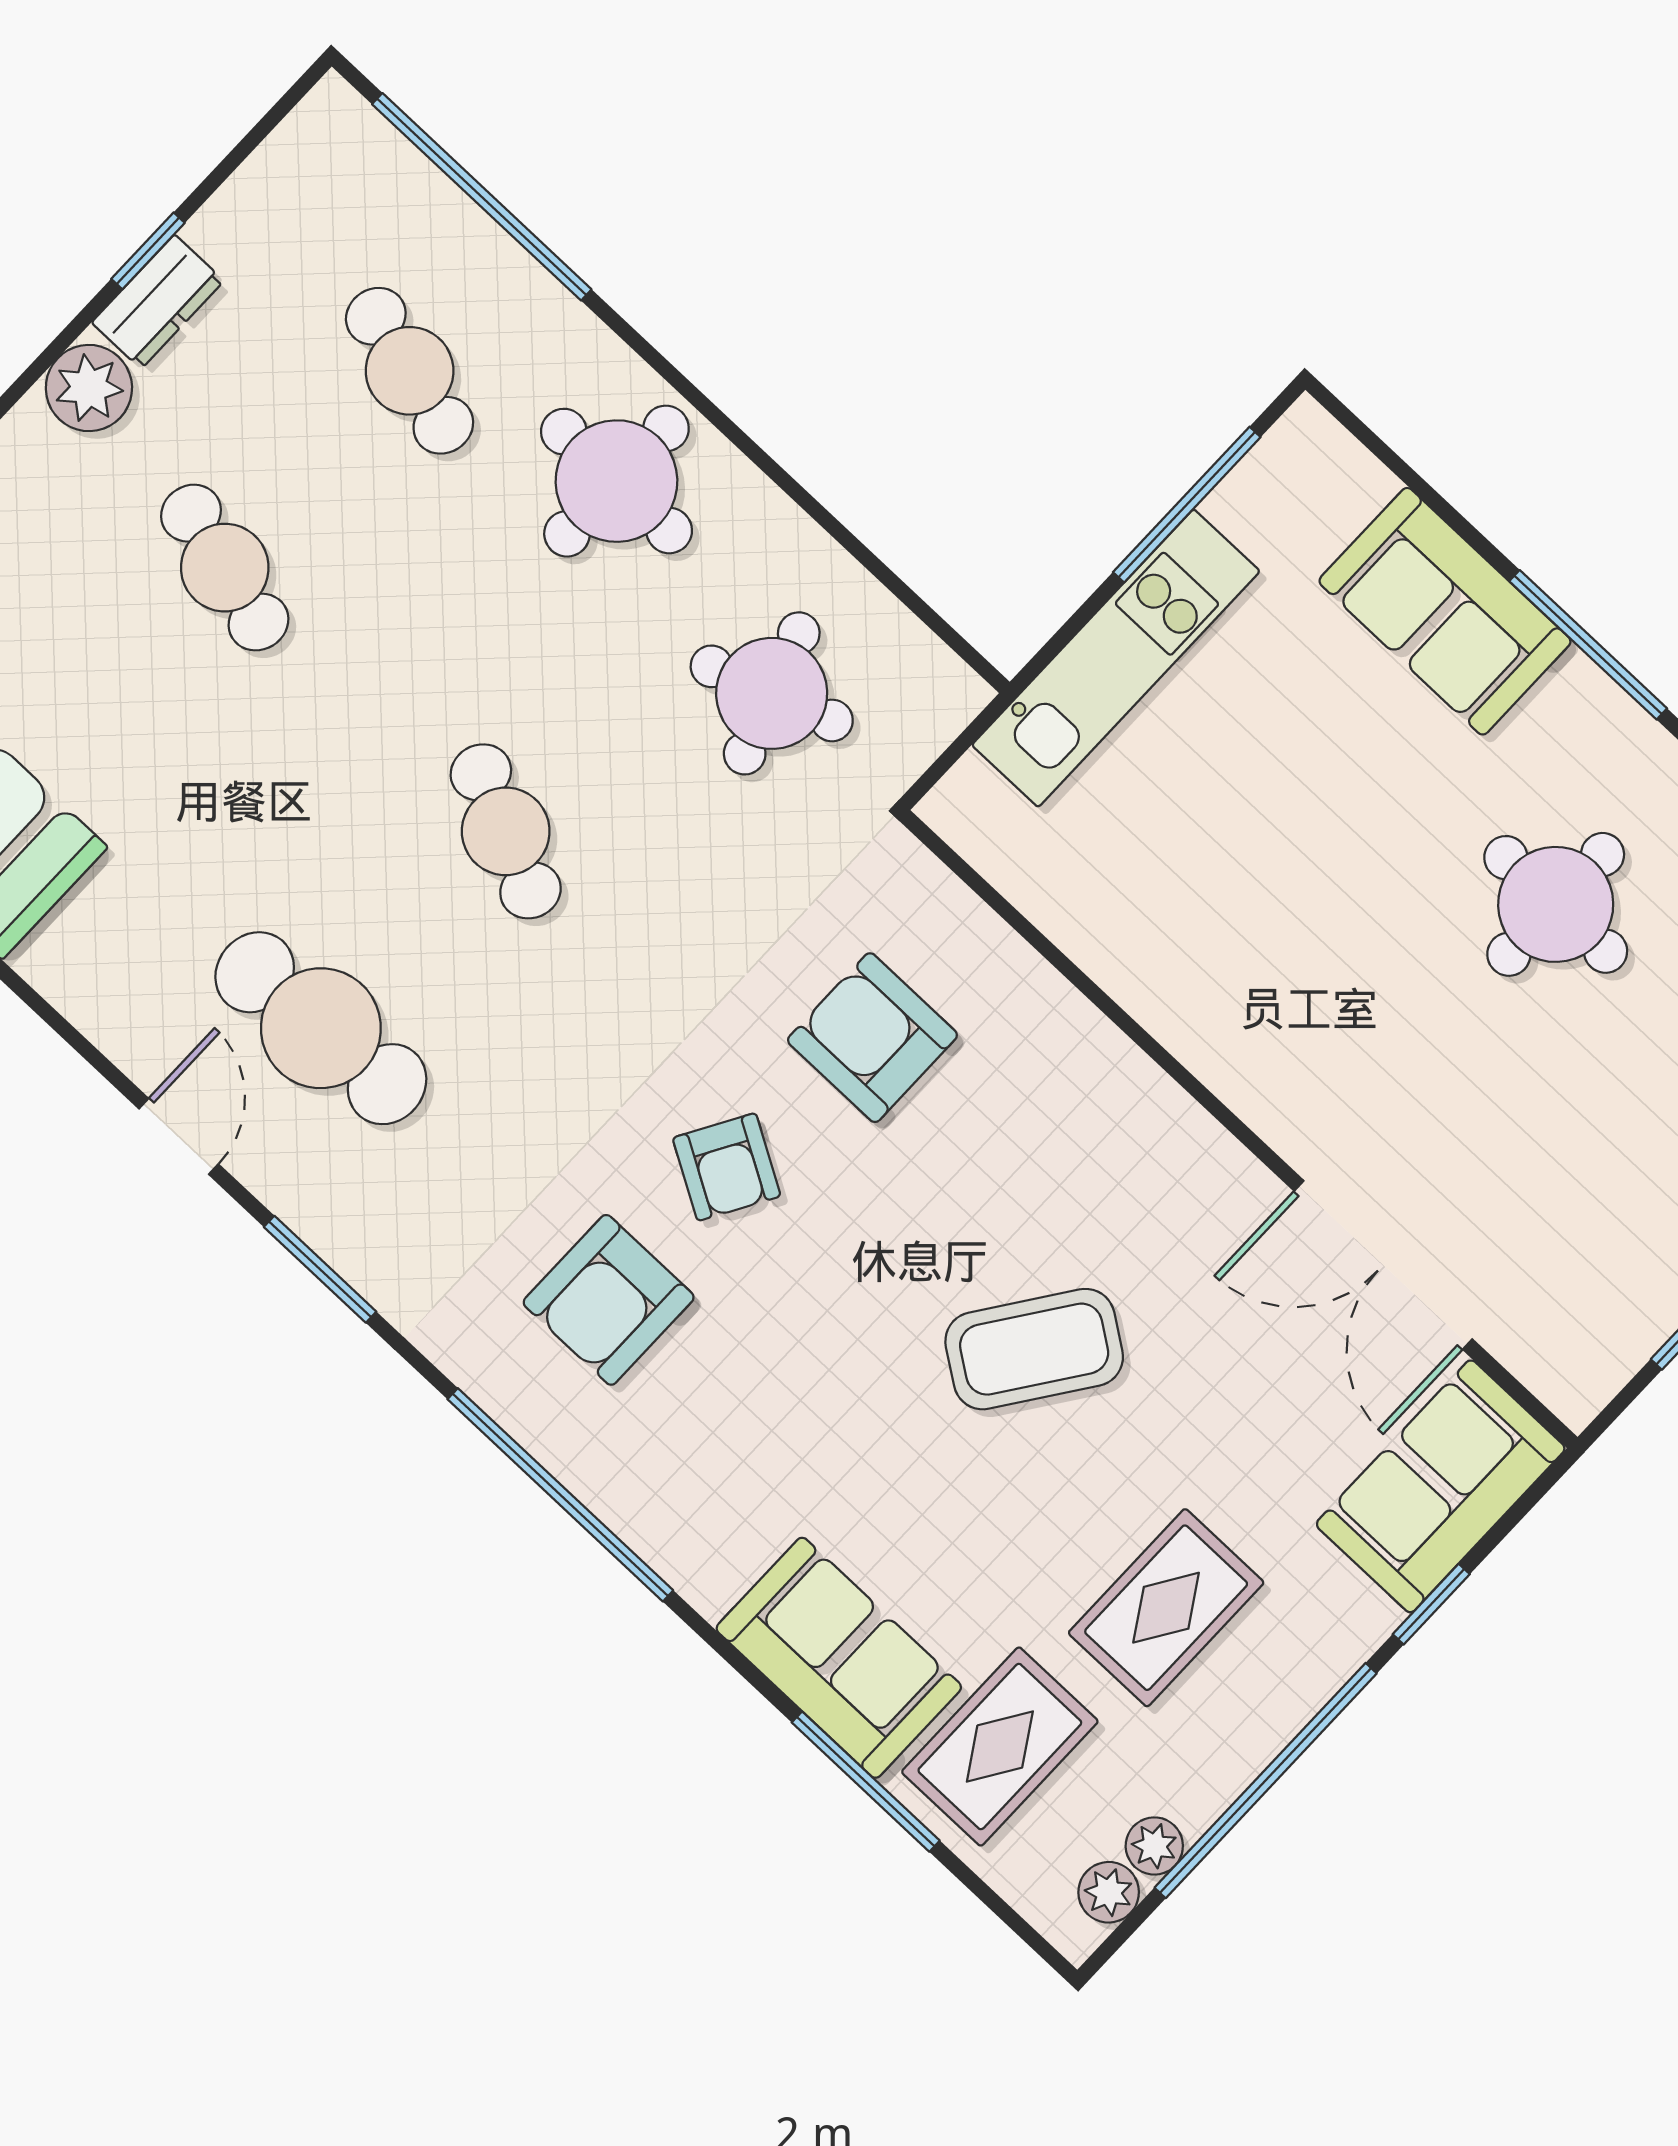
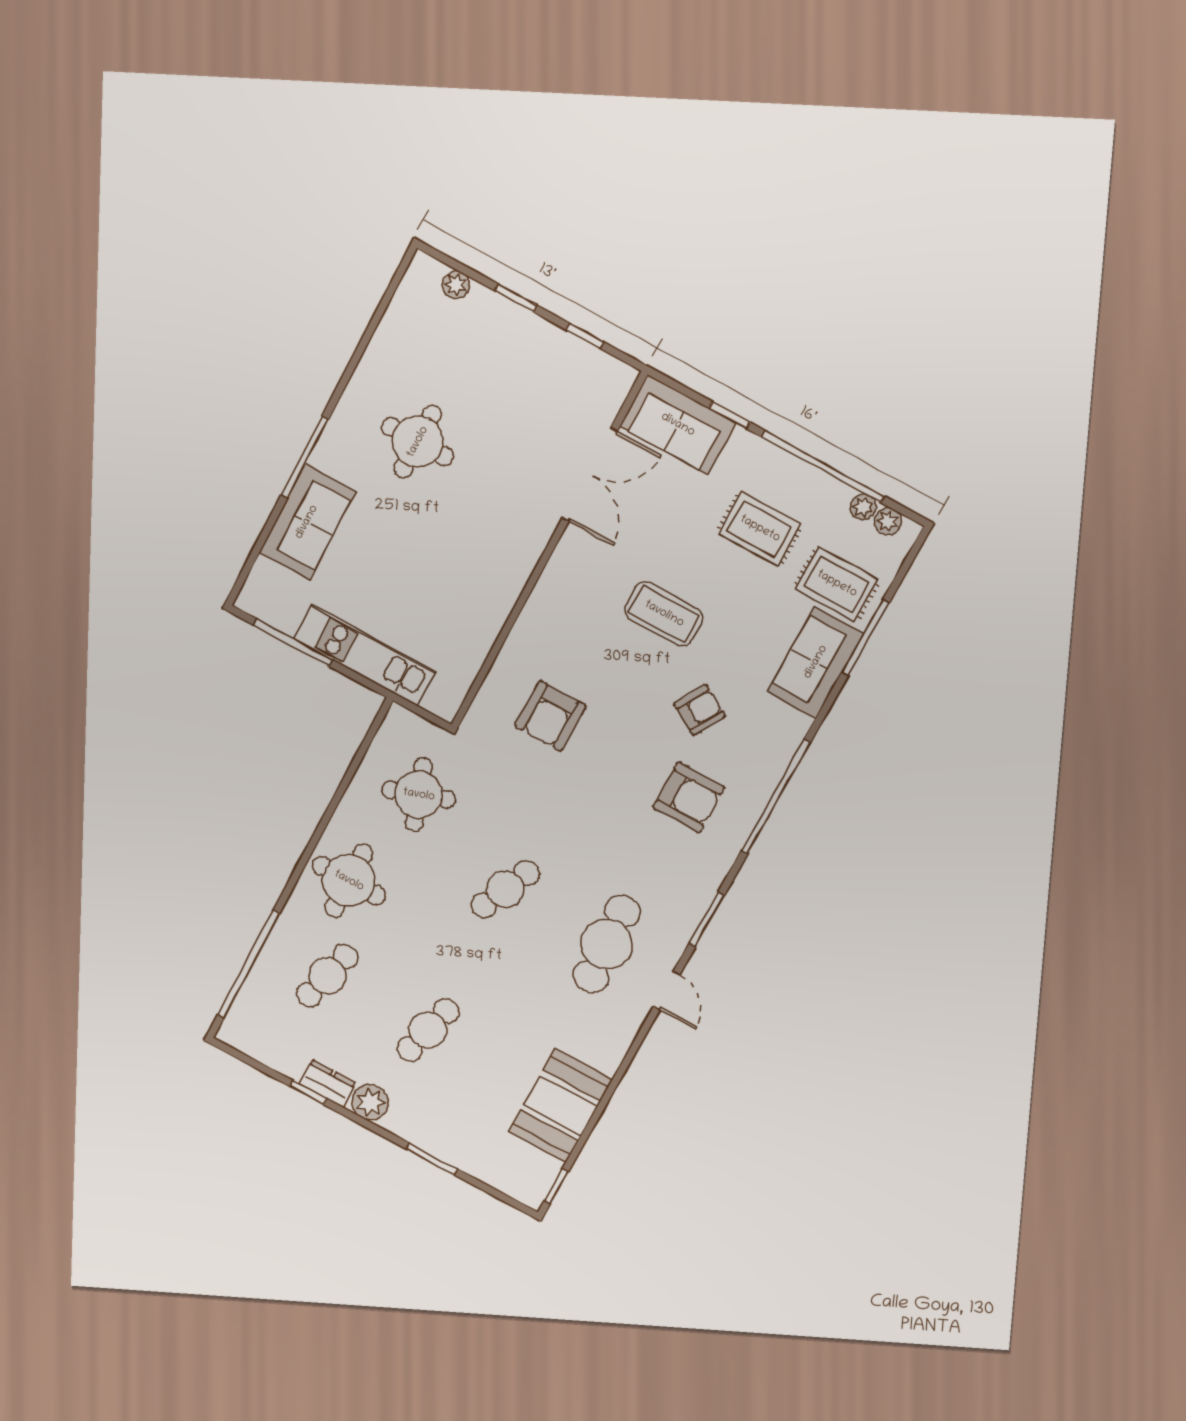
door: (179, 1136) -> (667, 991), swing flipped
armchair: (727, 1167) -> (700, 710), moved
coffee table: (1034, 1349) -> (664, 614), turned -35

